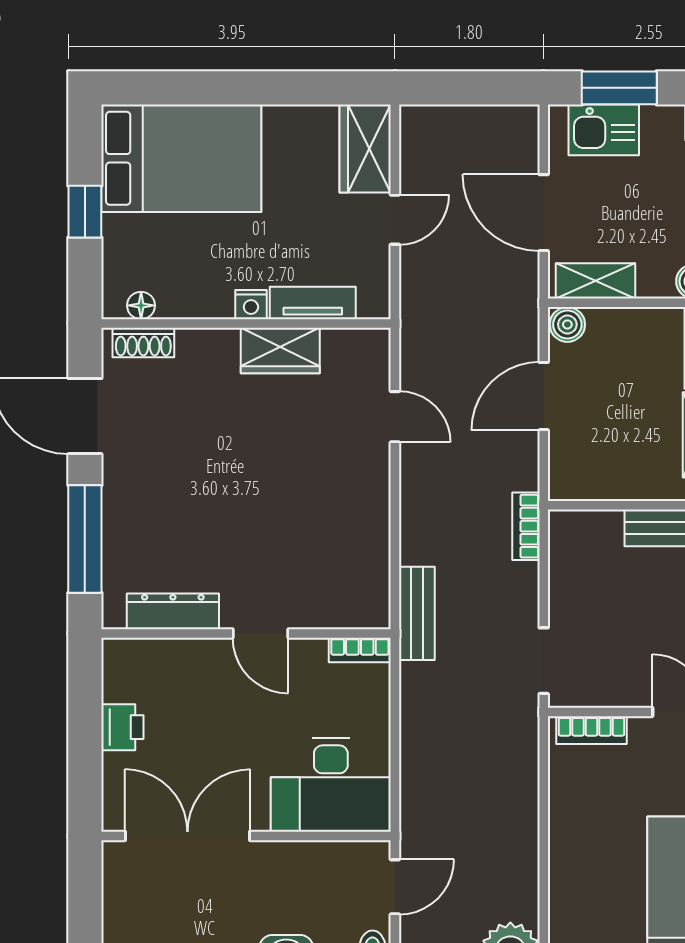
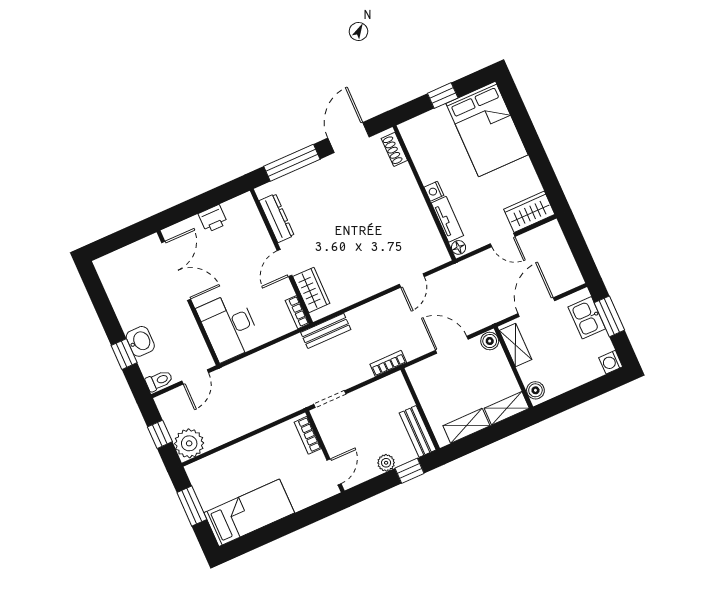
floor lamp: (141, 305) -> (459, 247), moved
wardrobe: (280, 350) -> (311, 290), moved, turned 180
door: (395, 887) -> (195, 377), hinge flipped

